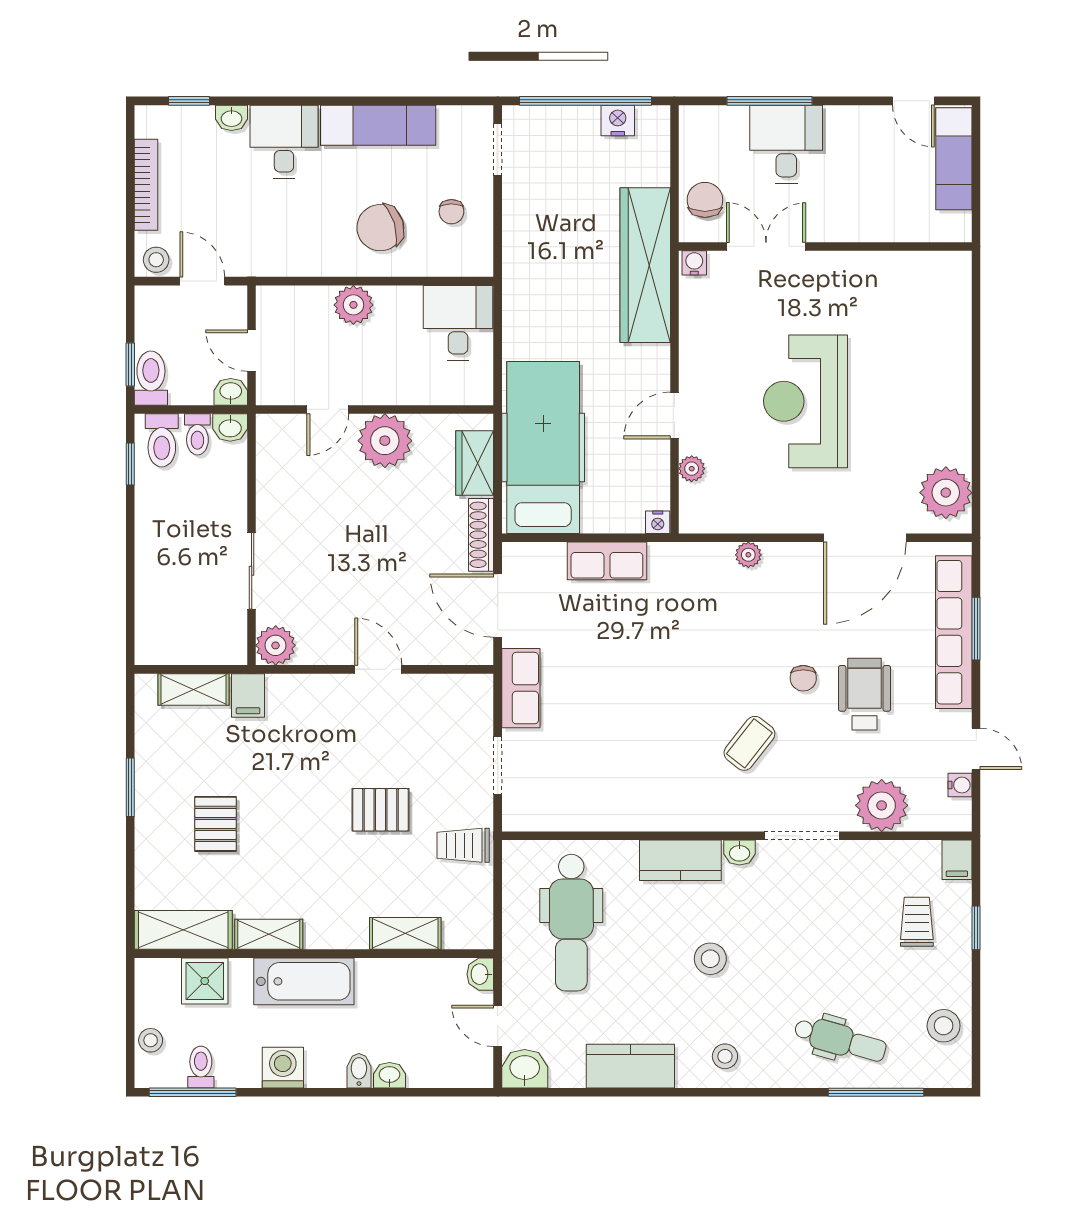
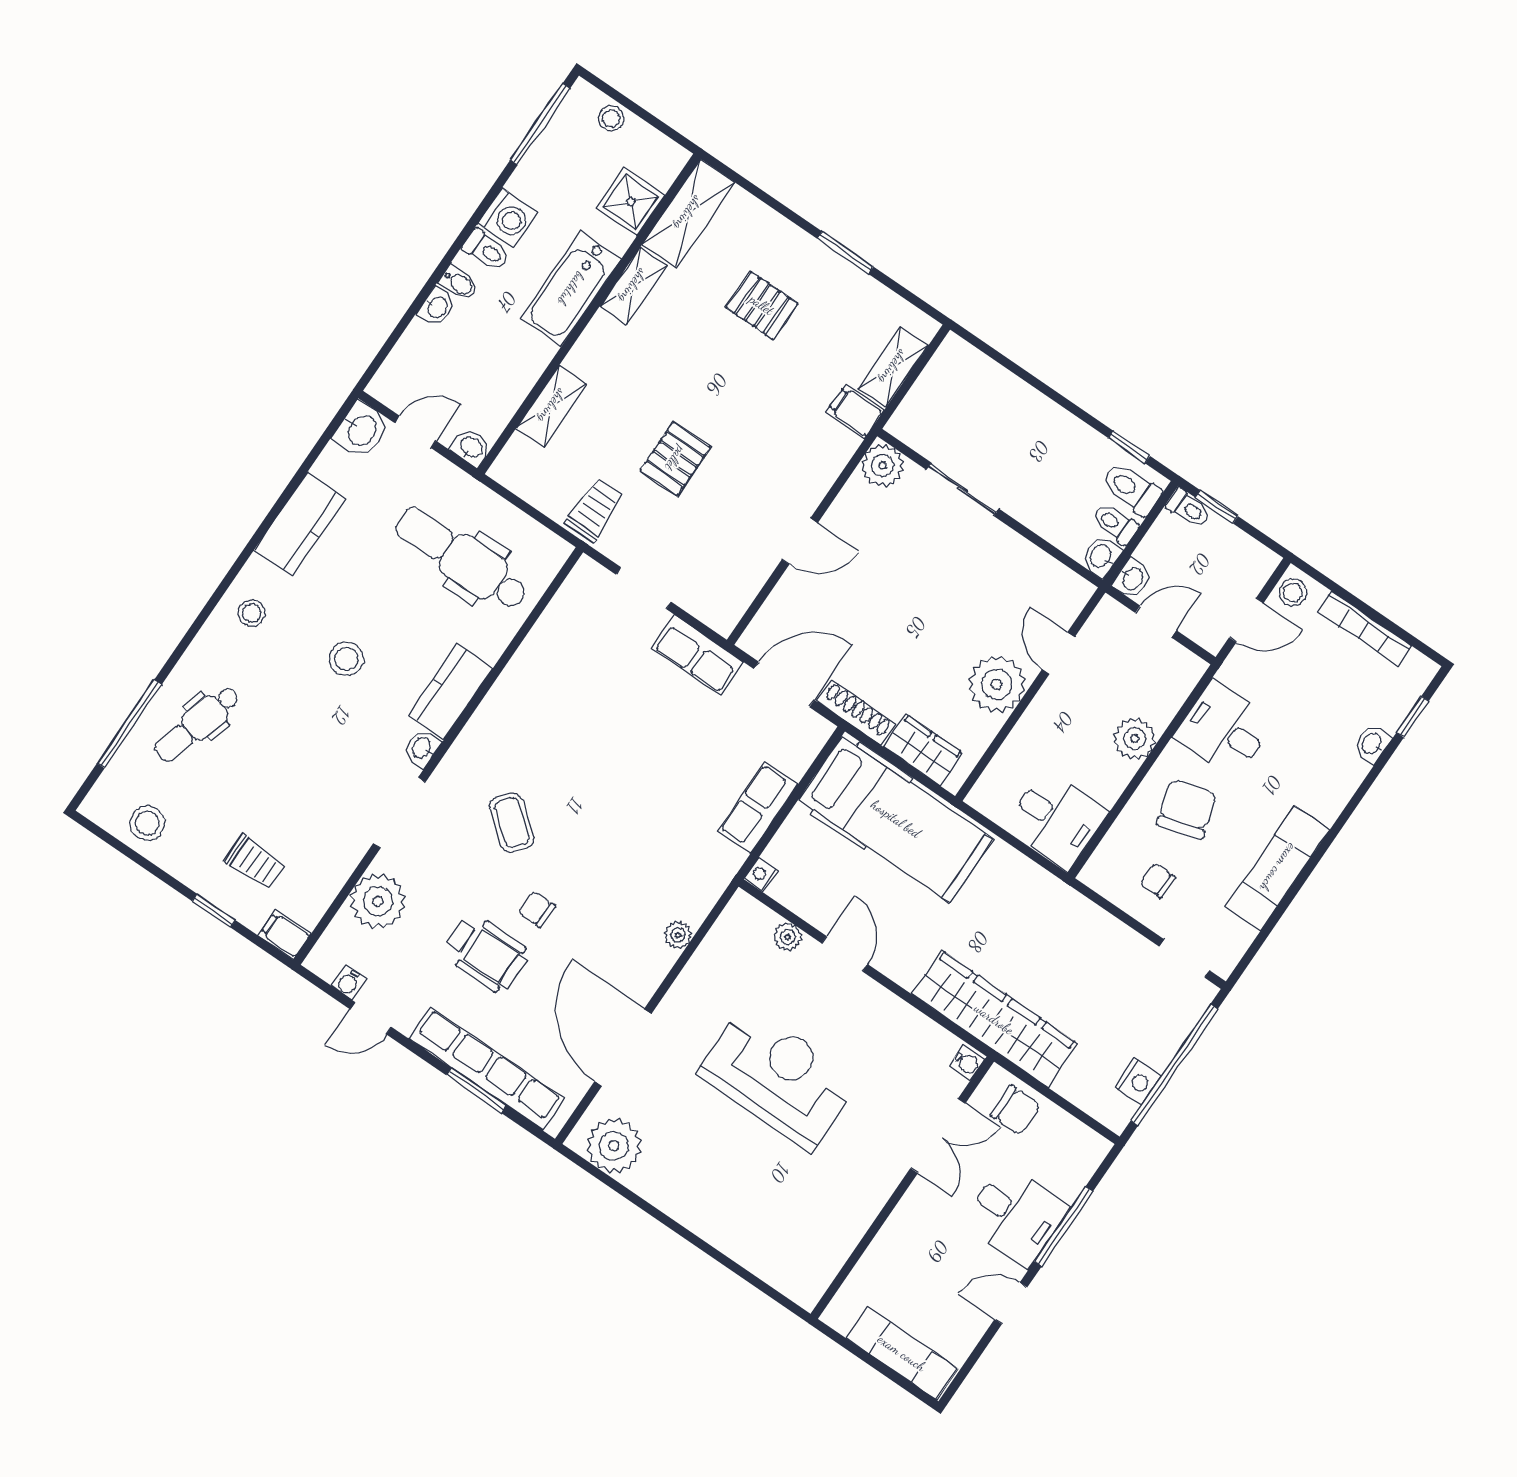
door: (913, 101) -> (1011, 1303), moved
desk: (284, 142) -> (1224, 729), moved, turned 180
toilet: (151, 378) -> (1188, 508), width x0.73, depth x0.72
toilet: (201, 1067) -> (486, 250), moved

